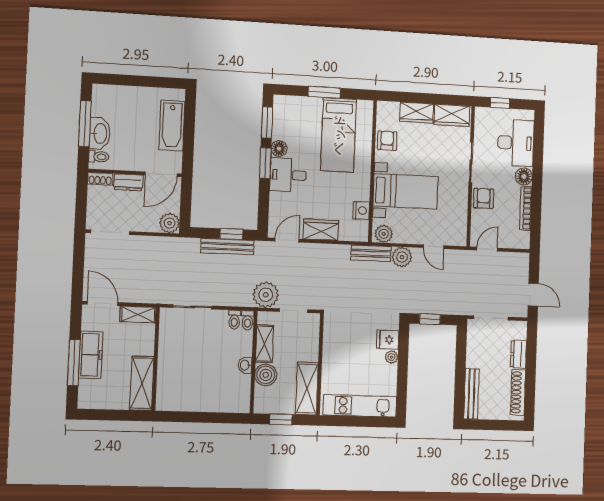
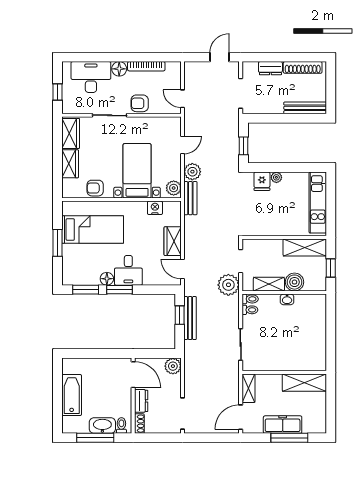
bathtub: (172, 126) -> (72, 395), moved, turned -90

